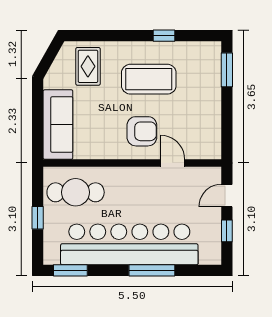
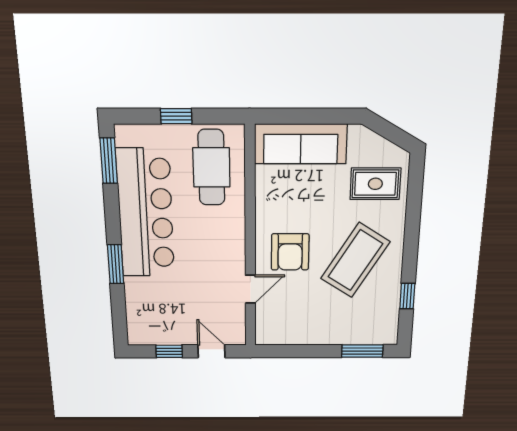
window: (164, 36) -> (407, 296), moved
coffee table: (149, 79) -> (355, 260), turned 32
bar counter: (129, 244) -> (146, 214), width x0.73
window: (152, 270) -> (116, 264), width x0.69

